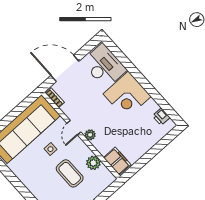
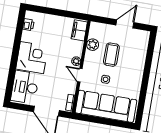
door: (74, 128) -> (80, 75), swing flipped

